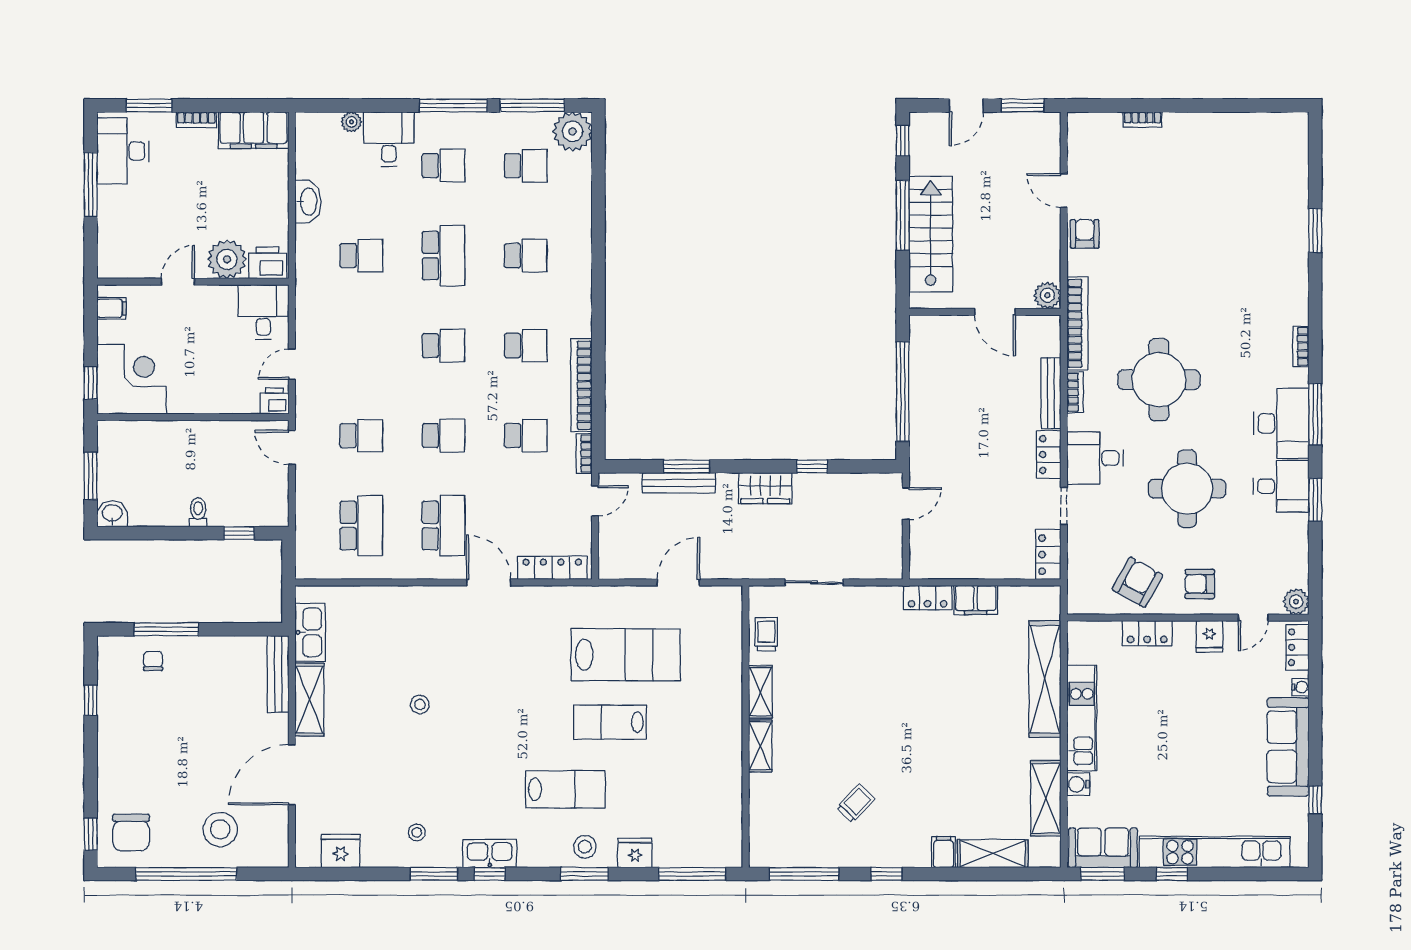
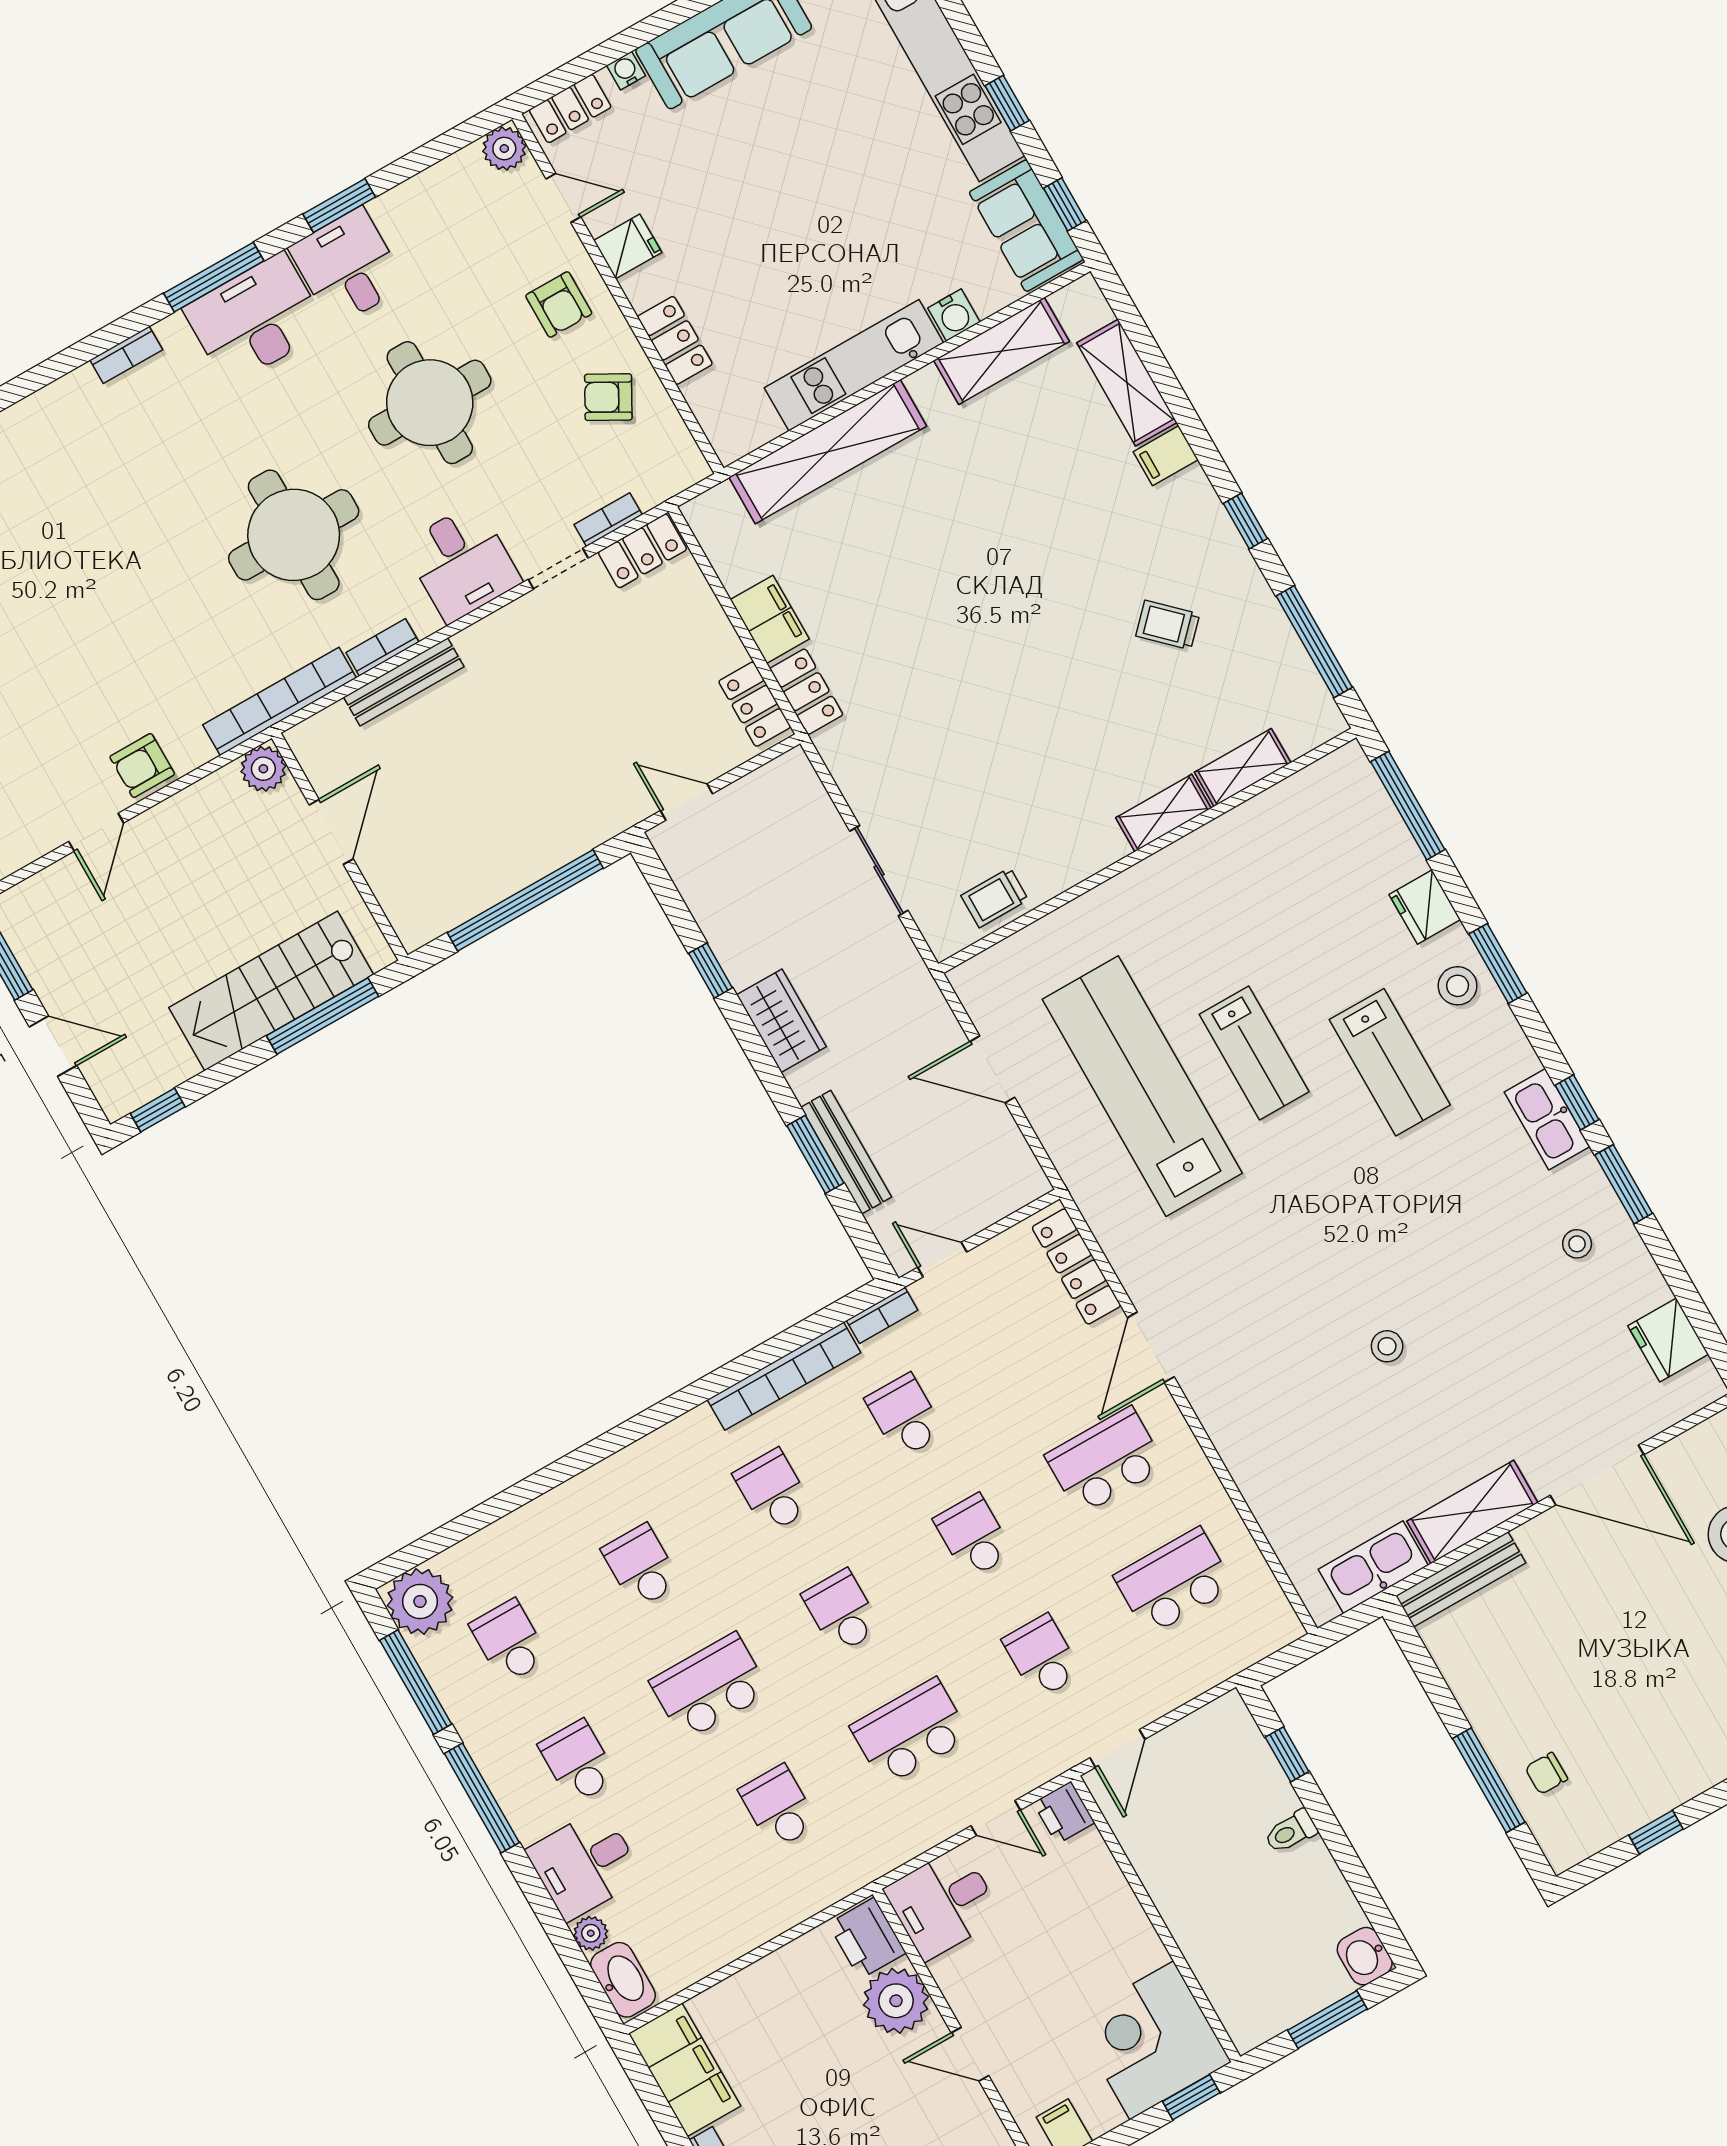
washbasin: (308, 202) -> (623, 1980), moved, turned 90
window: (903, 215) -> (323, 1016), moved
school desk: (361, 346) -> (910, 1732), added
locker: (1049, 455) -> (755, 704), moved, turned 90
bookcase: (1074, 546) -> (608, 520), added
armchair: (1137, 582) -> (608, 397), width x0.72, depth x0.72
lab bench: (626, 655) -> (1142, 1086), width x1.36
shelving: (760, 692) -> (1243, 768), moved
lab bench: (565, 789) -> (1390, 1062), turned 180
window: (1103, 874) -> (1065, 204), width x0.67

